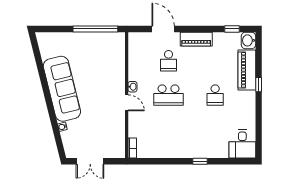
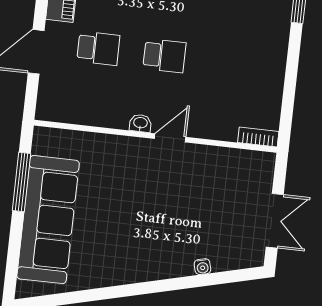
window: (95, 29) -> (21, 182), width x0.68
sofa: (62, 89) -> (48, 220), moved, turned 104
school desk: (169, 95) -> (164, 56), width x0.54

